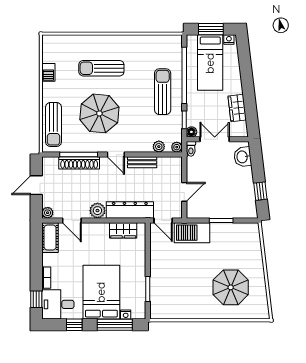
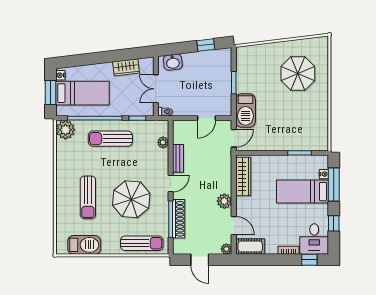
barbecue: (48, 72) -> (84, 245), width x1.88, depth x1.53
floor lamp: (191, 132) -> (149, 111), removed
plant: (177, 147) -> (65, 130), moved, width x1.88, depth x1.88
door: (184, 192) -> (206, 118), swing flipped
dresser: (130, 210) -> (224, 170), removed
door: (72, 220) -> (234, 226), hinge flipped
wardrobe: (123, 230) -> (243, 176), width x1.50
bed: (101, 292) -> (303, 192), width x0.67

